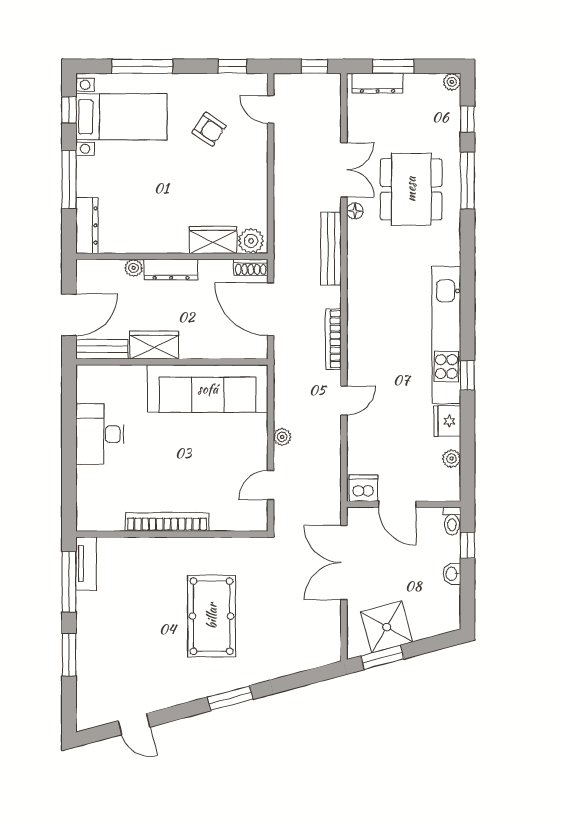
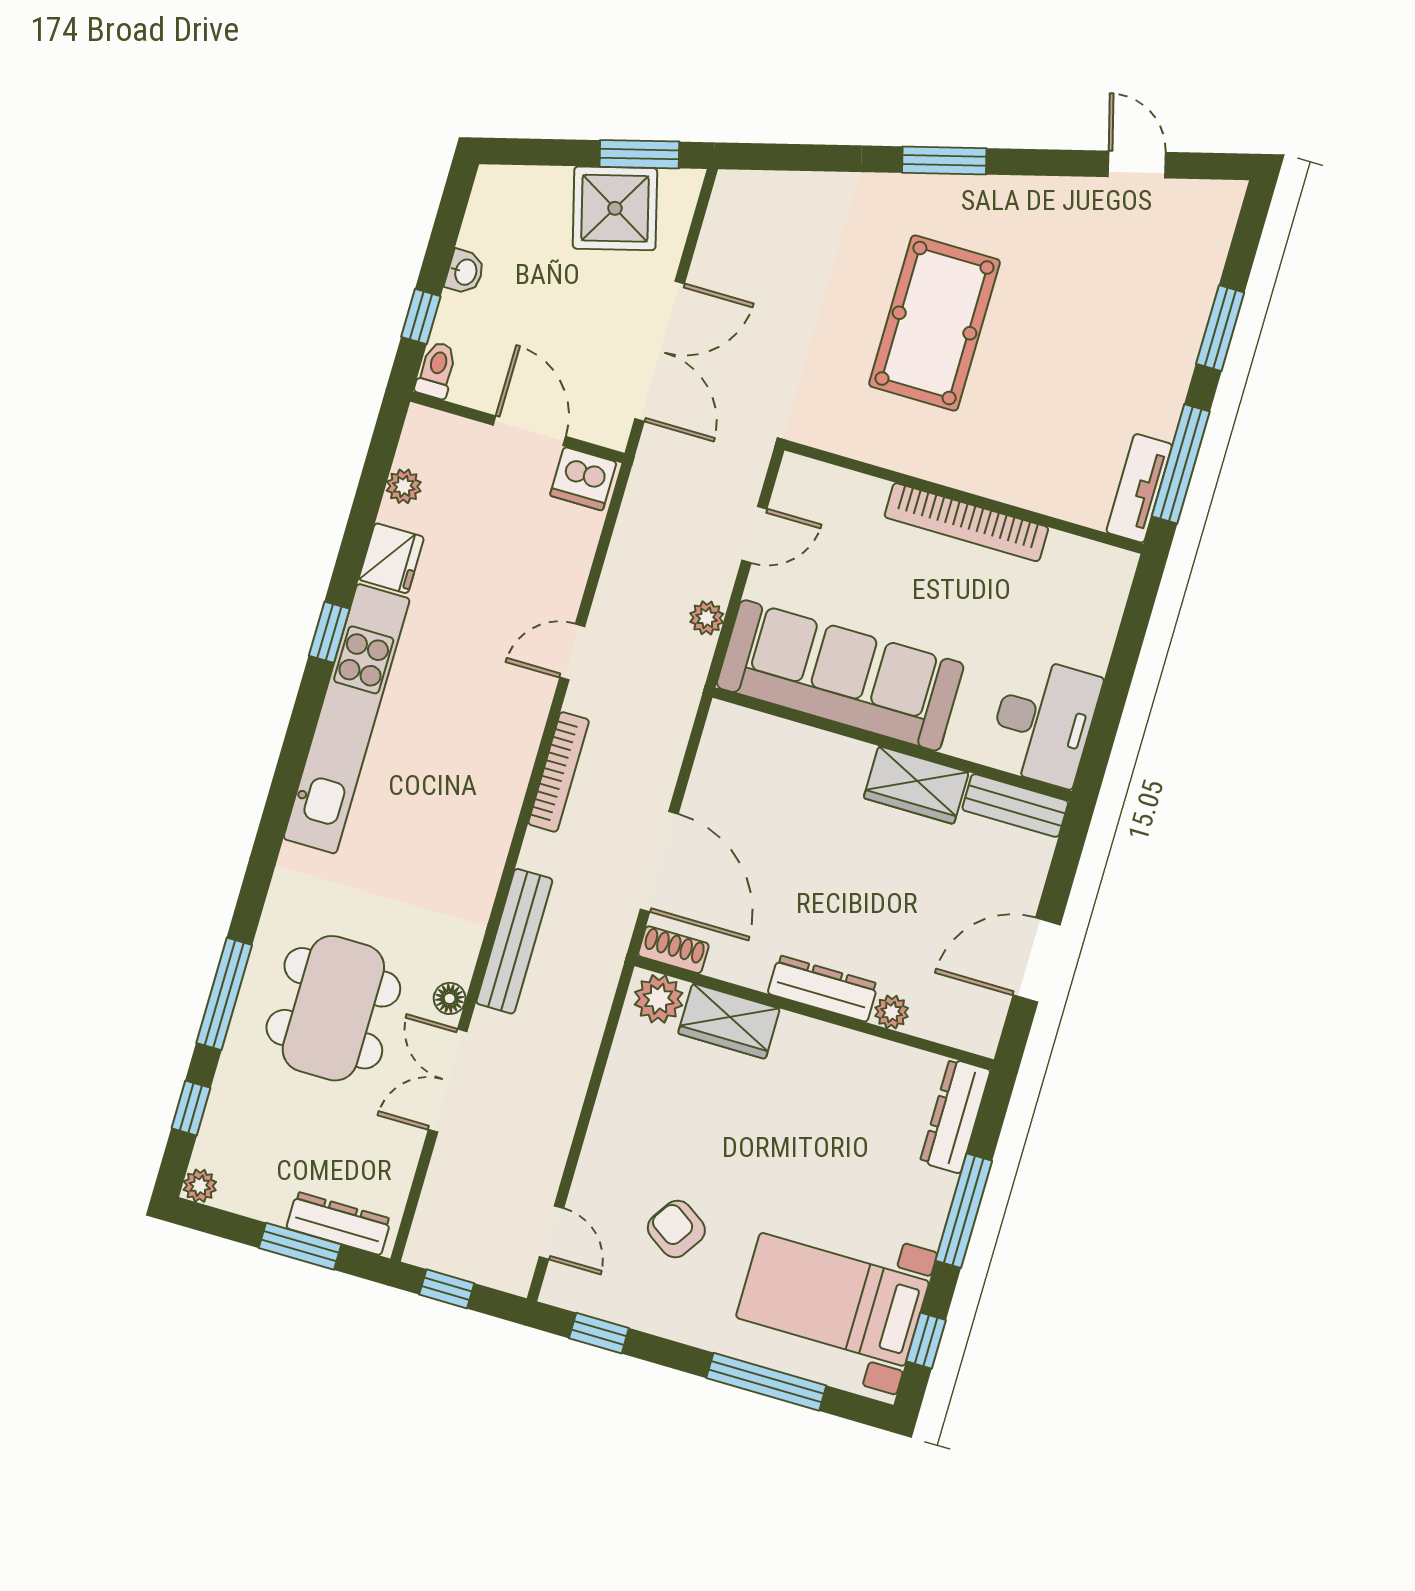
wardrobe: (154, 345) -> (916, 785), moved
bench: (102, 349) -> (1015, 806), moved
wall: (172, 362) -> (892, 744), moved
sofa: (208, 389) -> (840, 675), moved

